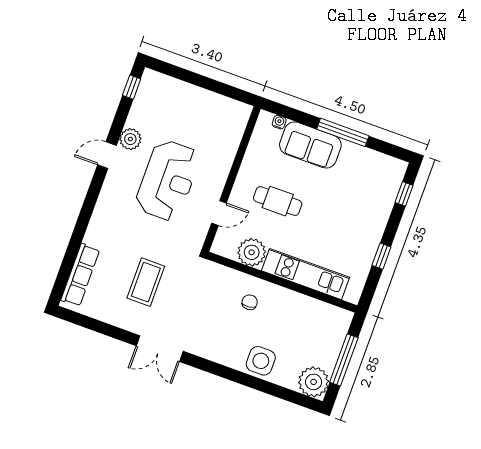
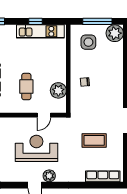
plant: (130, 139) -> (49, 176), moved
door: (219, 213) -> (44, 115), swing flipped
kitchen unit: (306, 274) -> (40, 31), moved, turned -90
side table: (261, 361) -> (88, 42), moved

